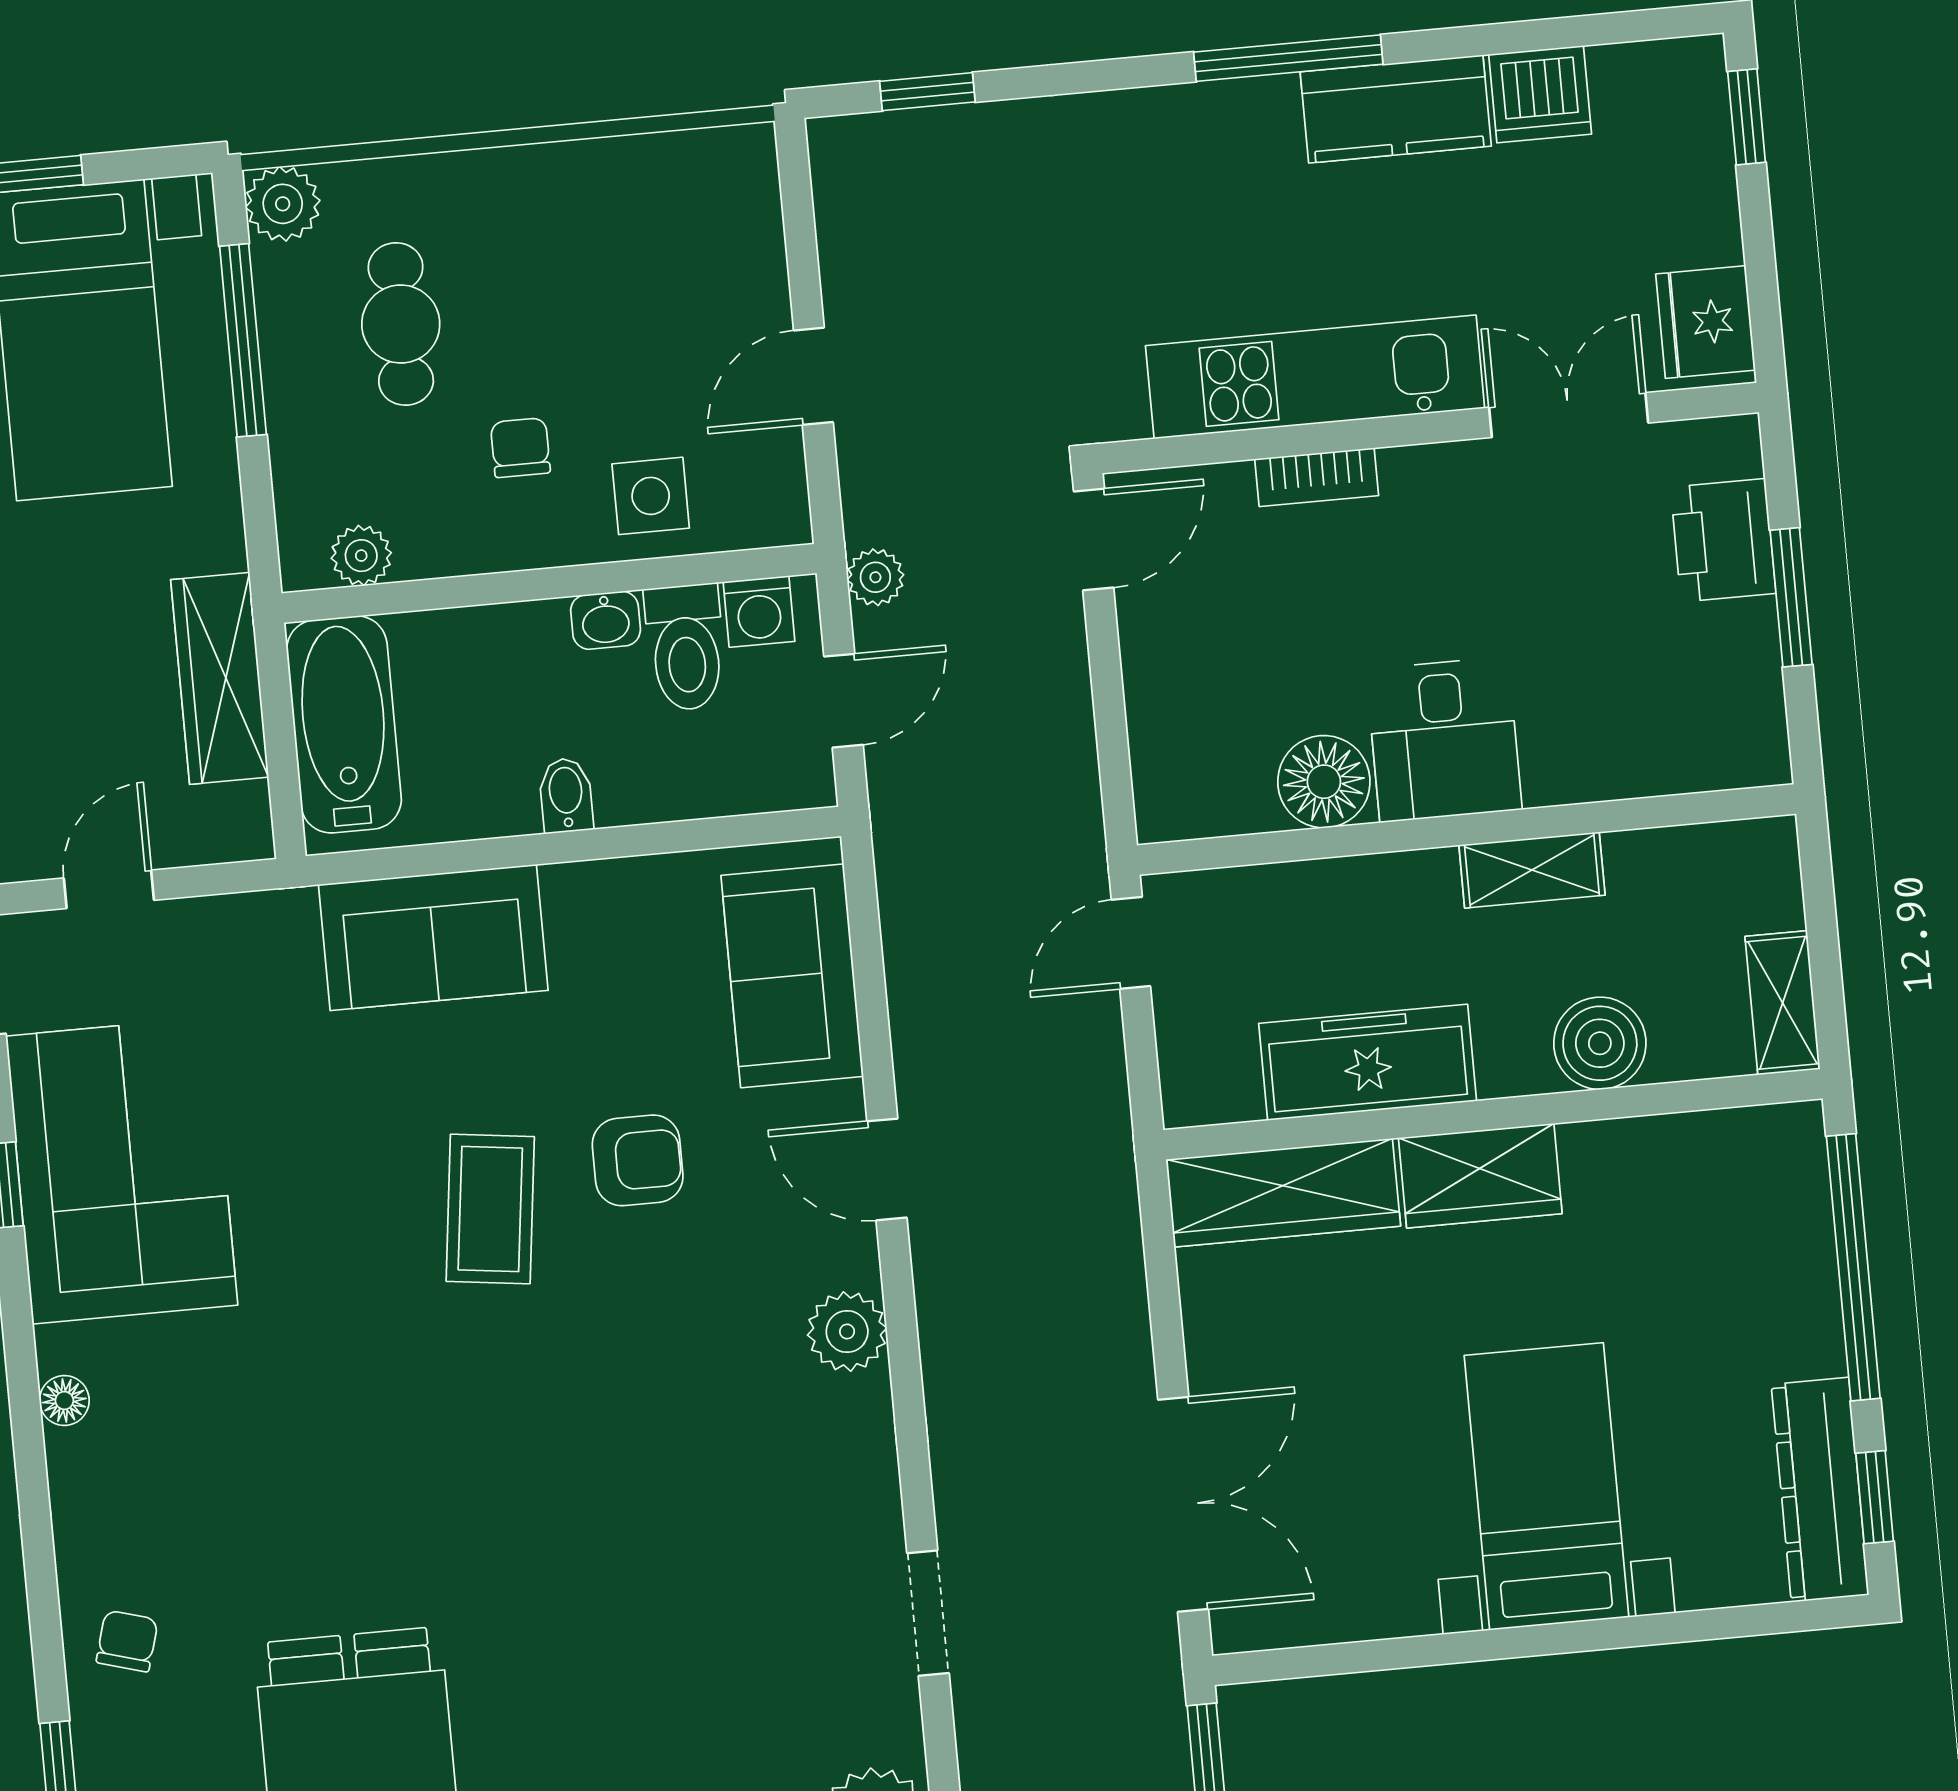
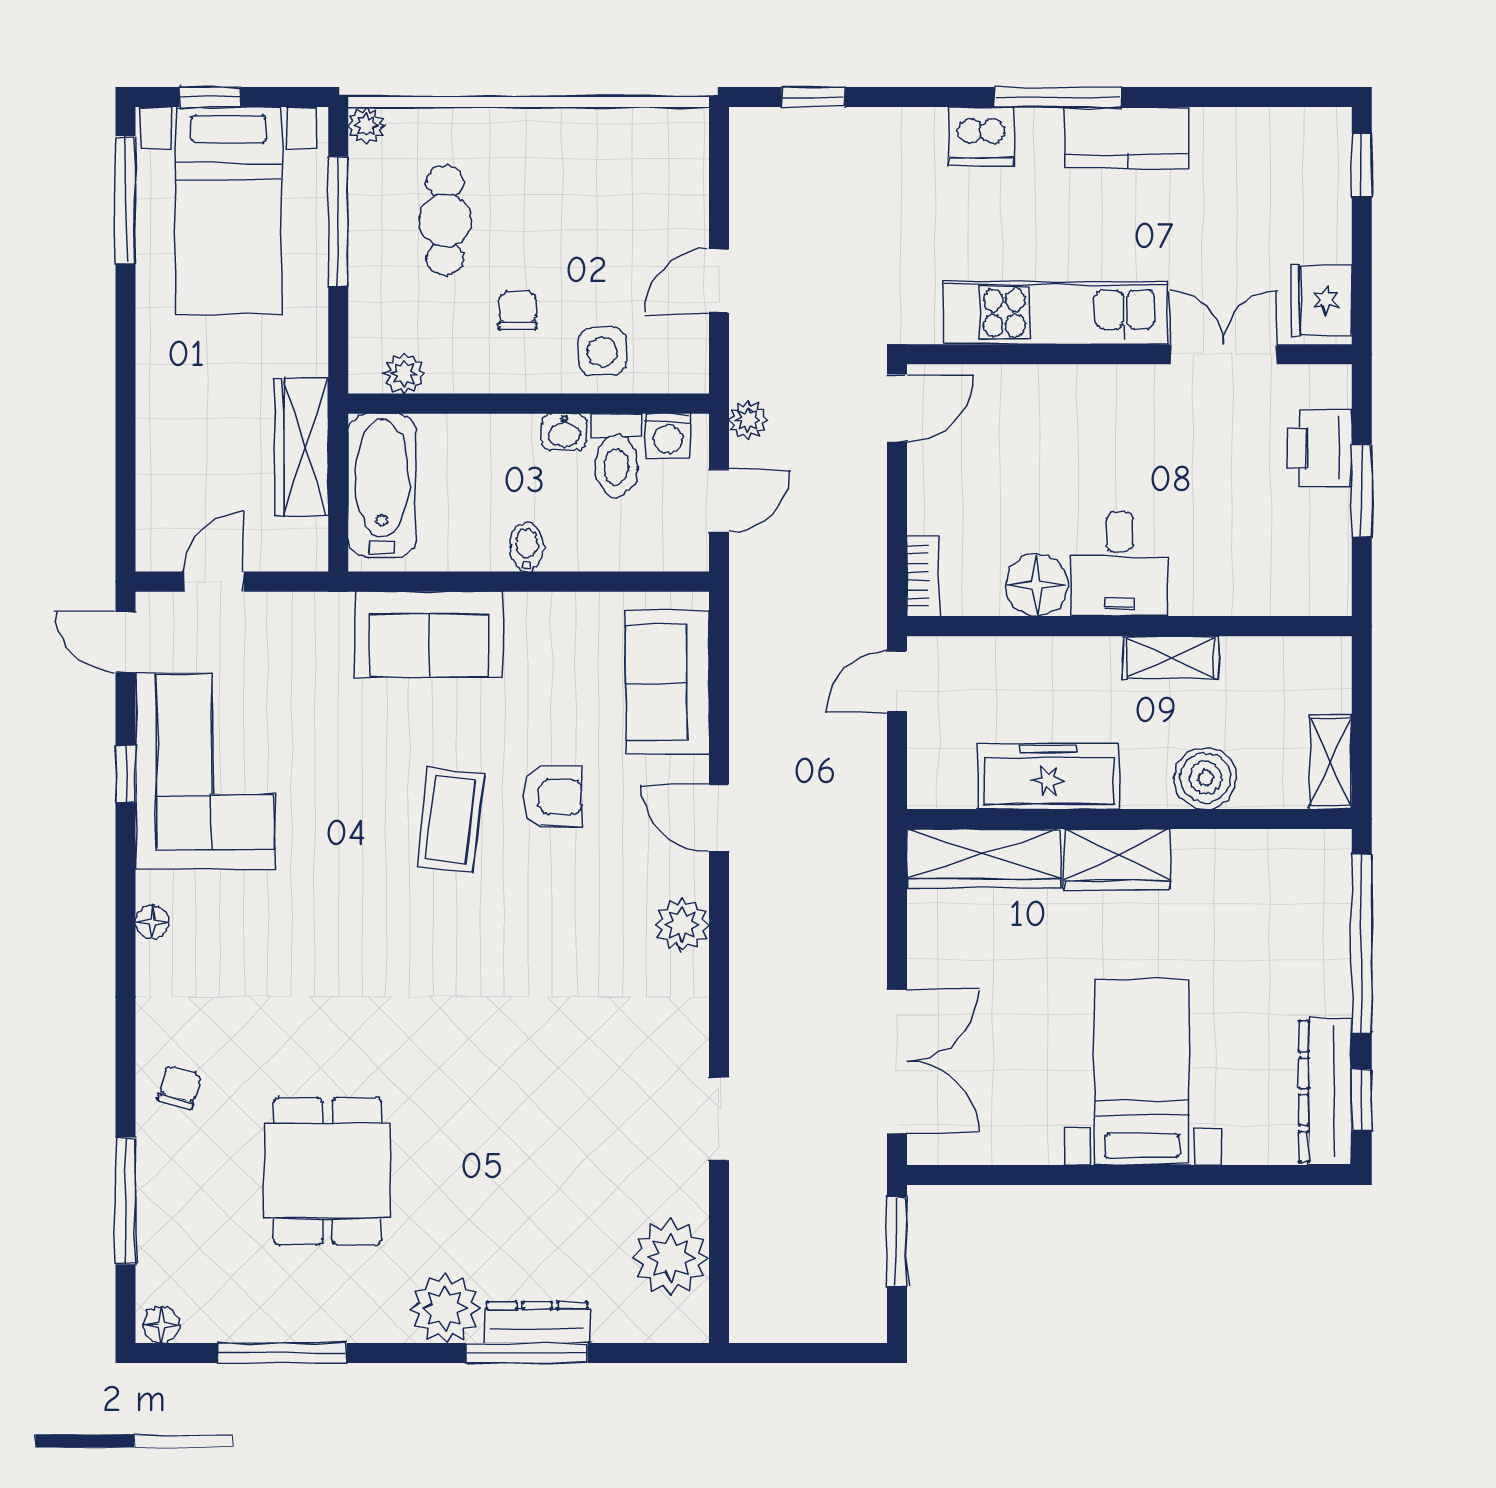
dishwasher: (1540, 94) -> (981, 137), moved
plant: (283, 204) -> (366, 125), width x0.73, depth x0.73
bookcase: (1317, 477) -> (923, 576), moved, turned -90

